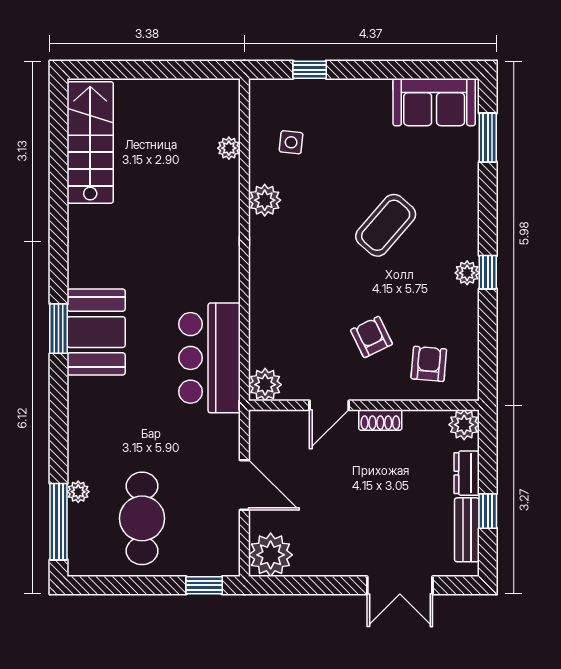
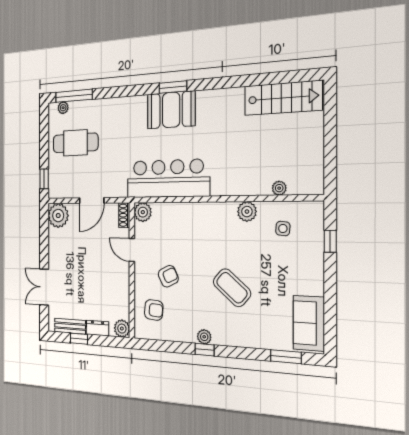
bar counter: (209, 358) -> (168, 179), width x1.36
shoe rack: (380, 420) -> (124, 215), moved
plant: (78, 492) -> (63, 108), moved

